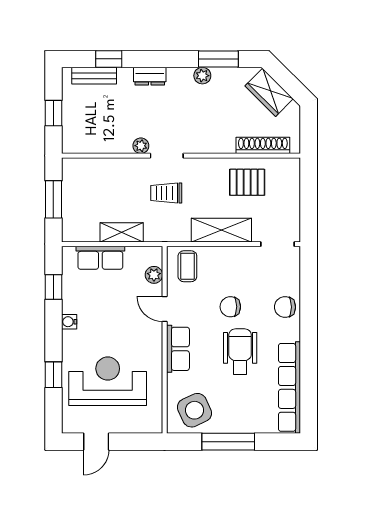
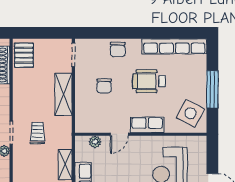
pallet: (247, 182) -> (24, 55), moved
trolley: (166, 193) -> (37, 133), turned 180
coffee table: (187, 266) -> (89, 118), removed
chair: (230, 307) -> (104, 86), moved
side table: (194, 410) -> (190, 113), turned -37

